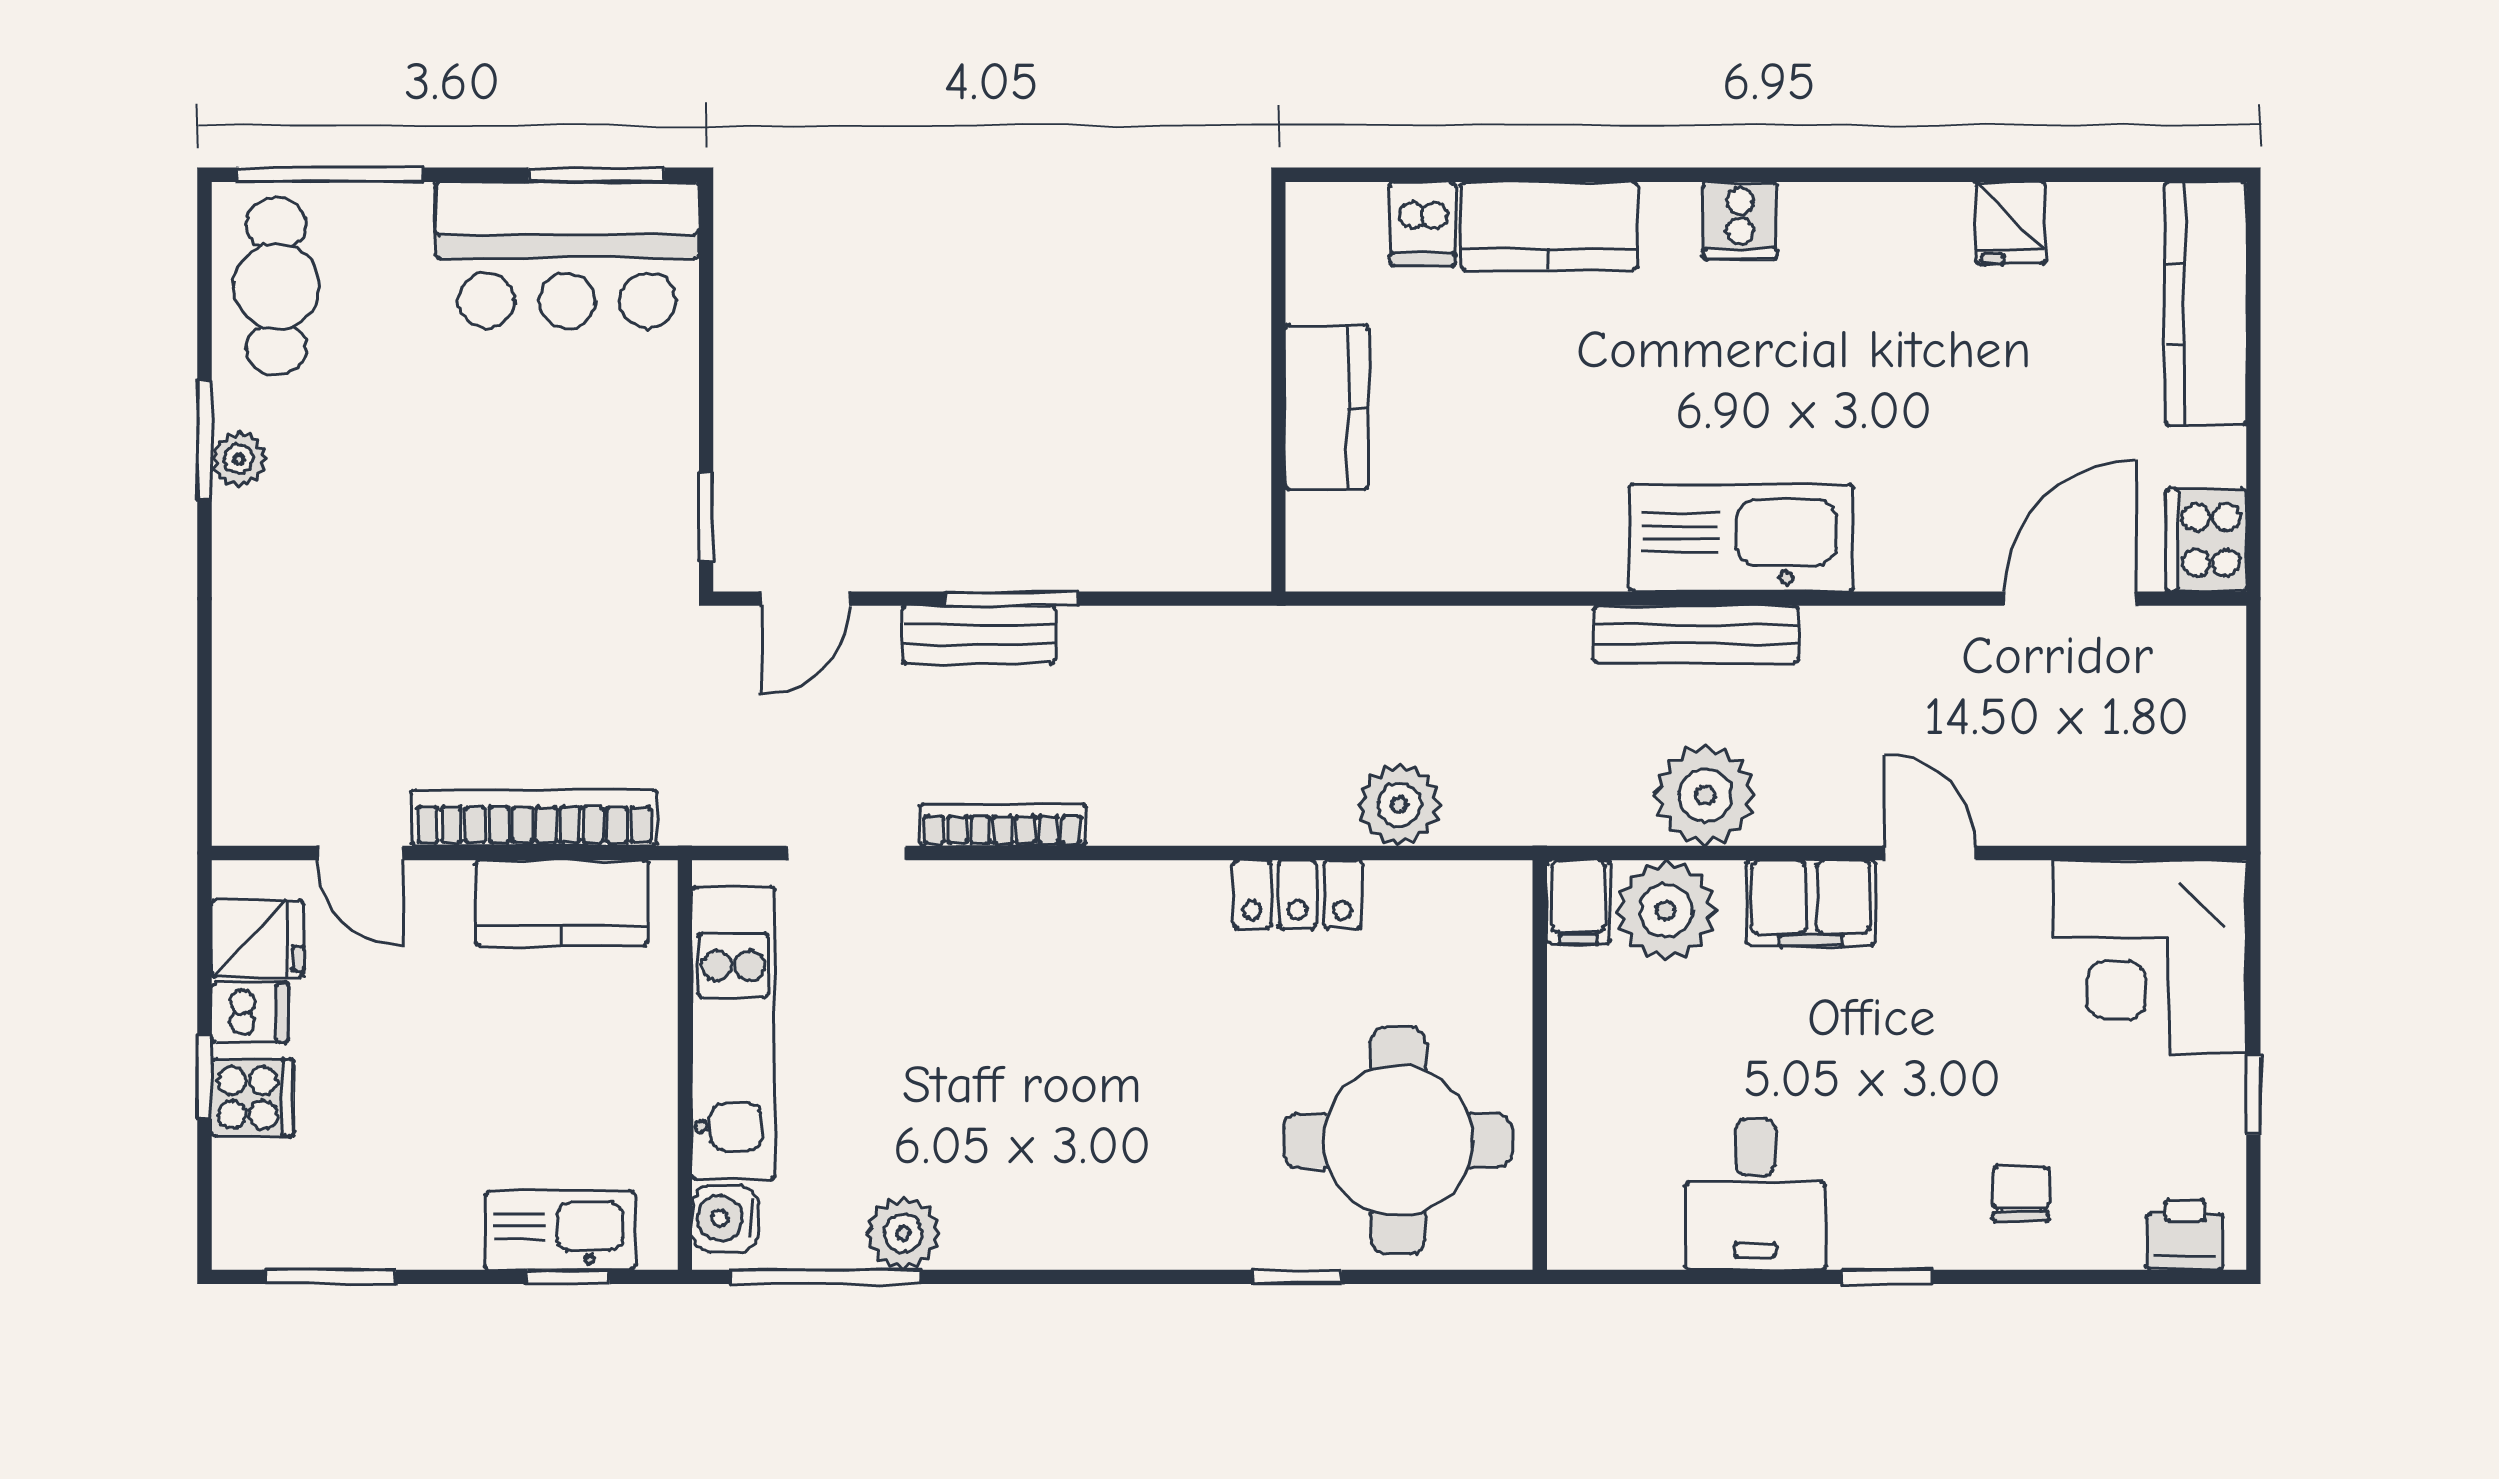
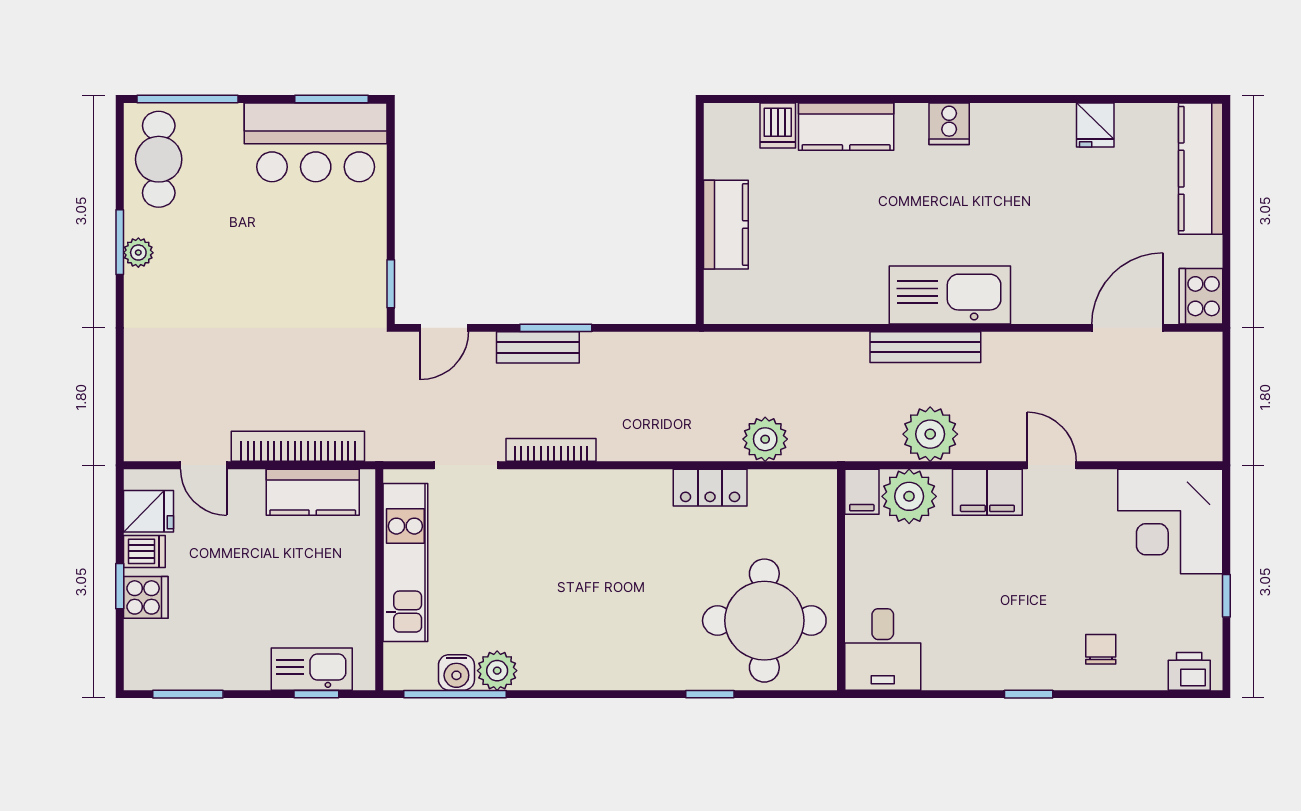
desk: (1755, 1194) -> (883, 649), moved
water cooler: (725, 1218) -> (456, 672), moved, turned -90

